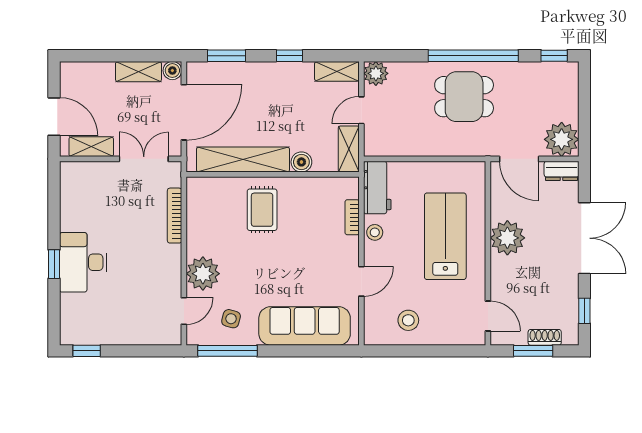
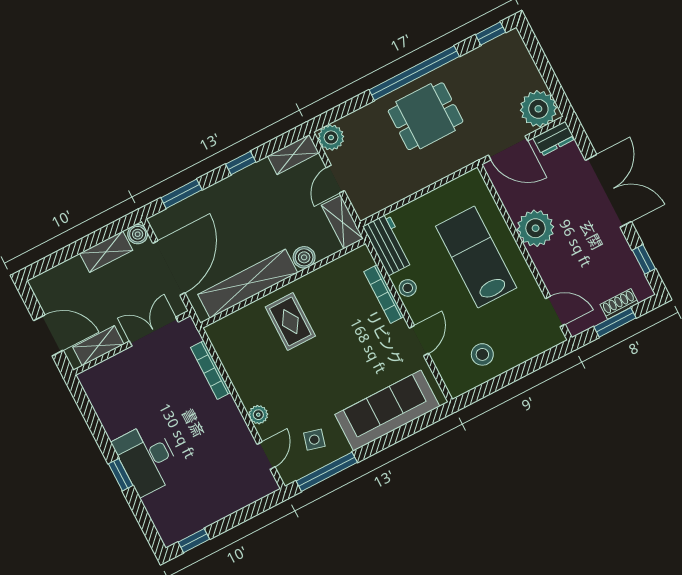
bookcase: (352, 217) -> (384, 294), width x1.56
plant: (203, 274) -> (258, 415), width x0.53, depth x0.53

